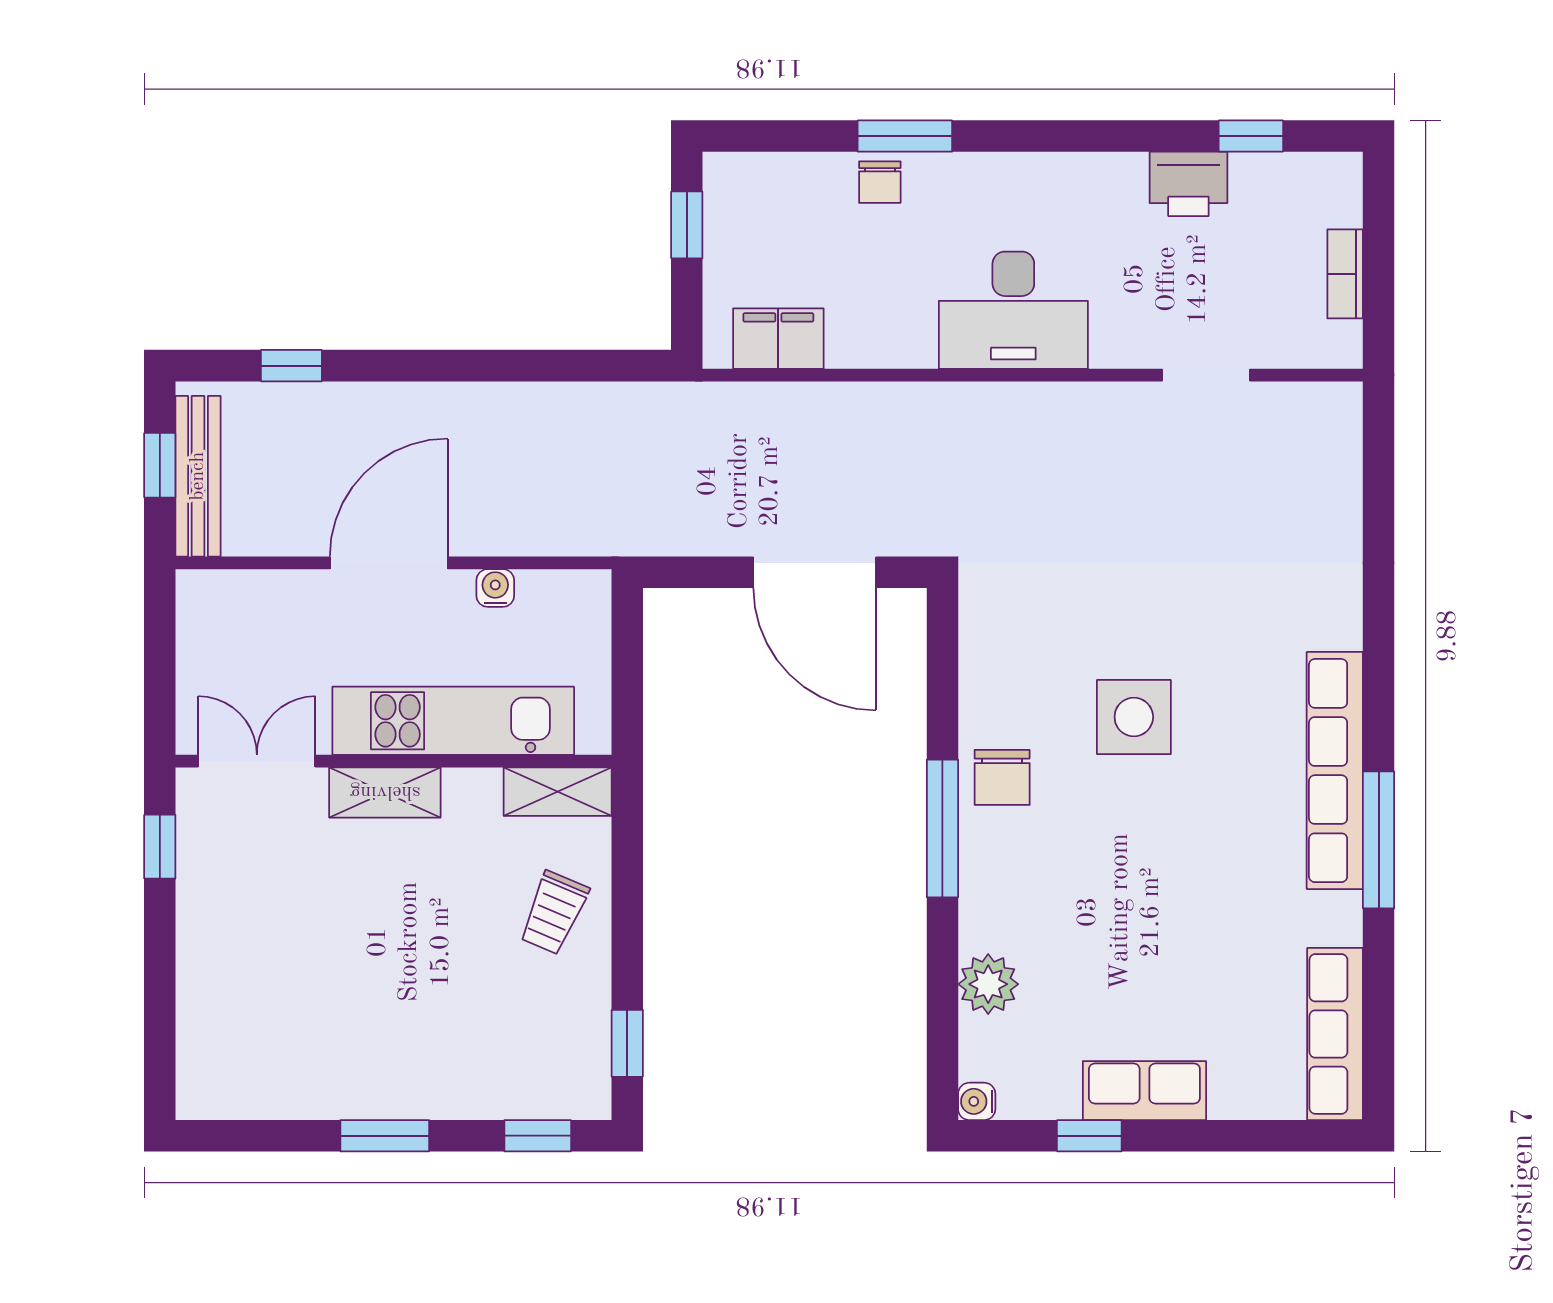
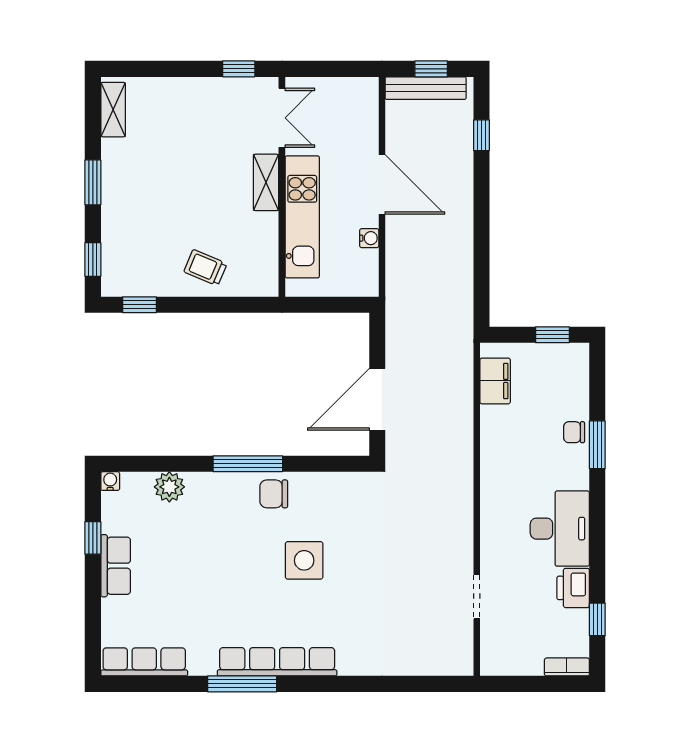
bookcase: (1345, 274) -> (567, 667), moved
desk: (1013, 310) -> (560, 529), moved, turned 180
shelving: (558, 792) -> (113, 110), moved

